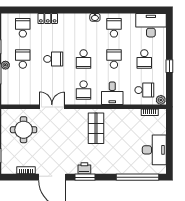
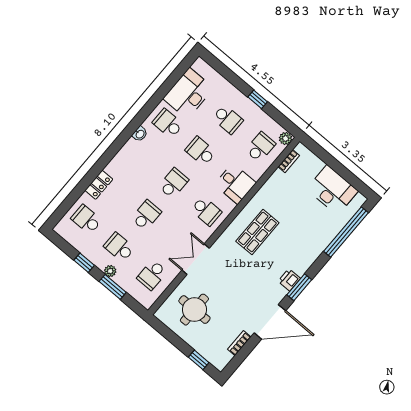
desk: (151, 25) -> (188, 93), moved
school desk: (84, 59) -> (173, 183), turned -90
school desk: (23, 90) -> (152, 275), added
shop shelf: (96, 128) -> (257, 232), turned 90

